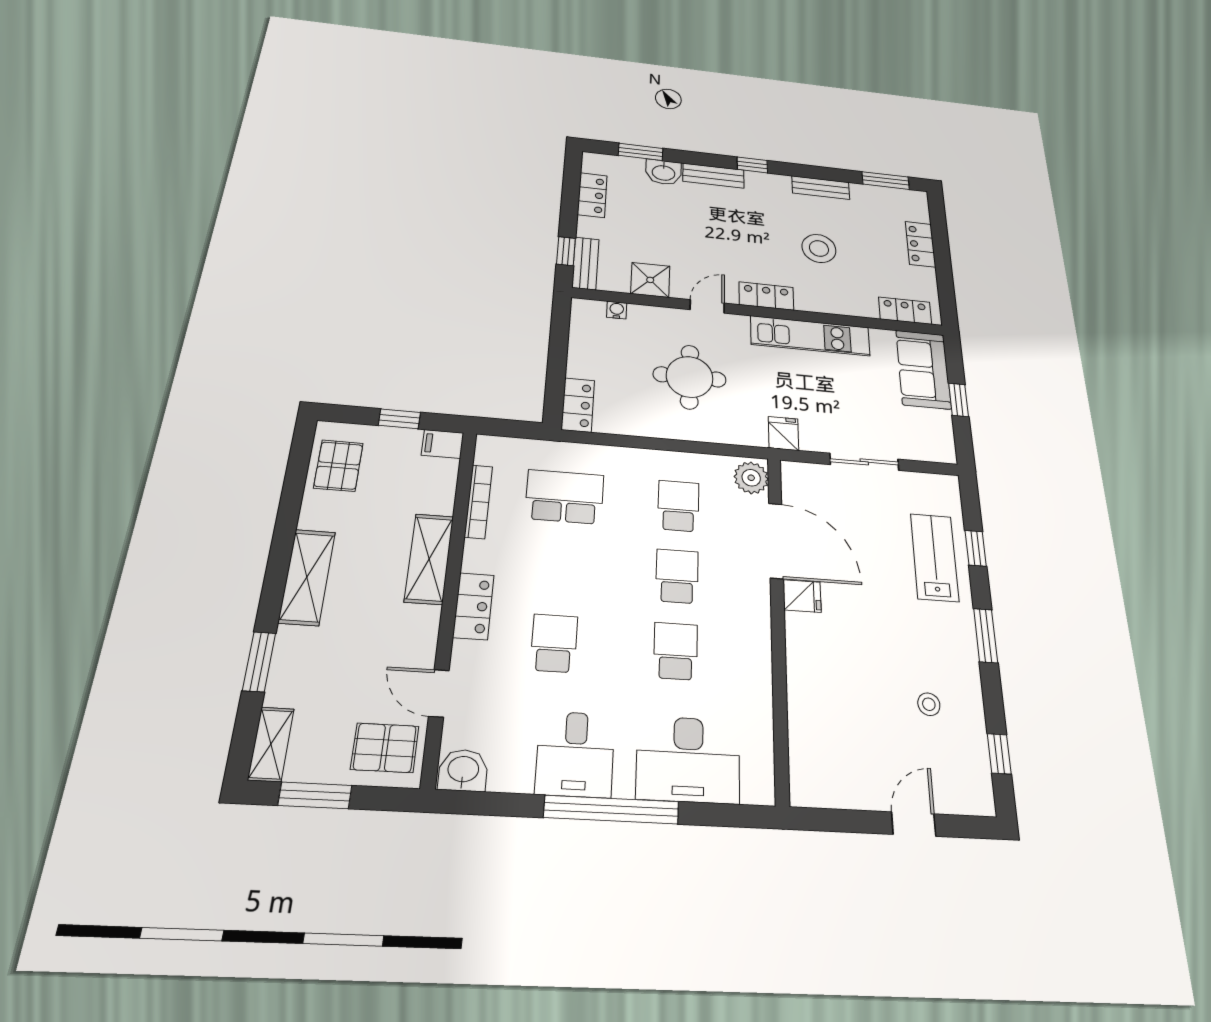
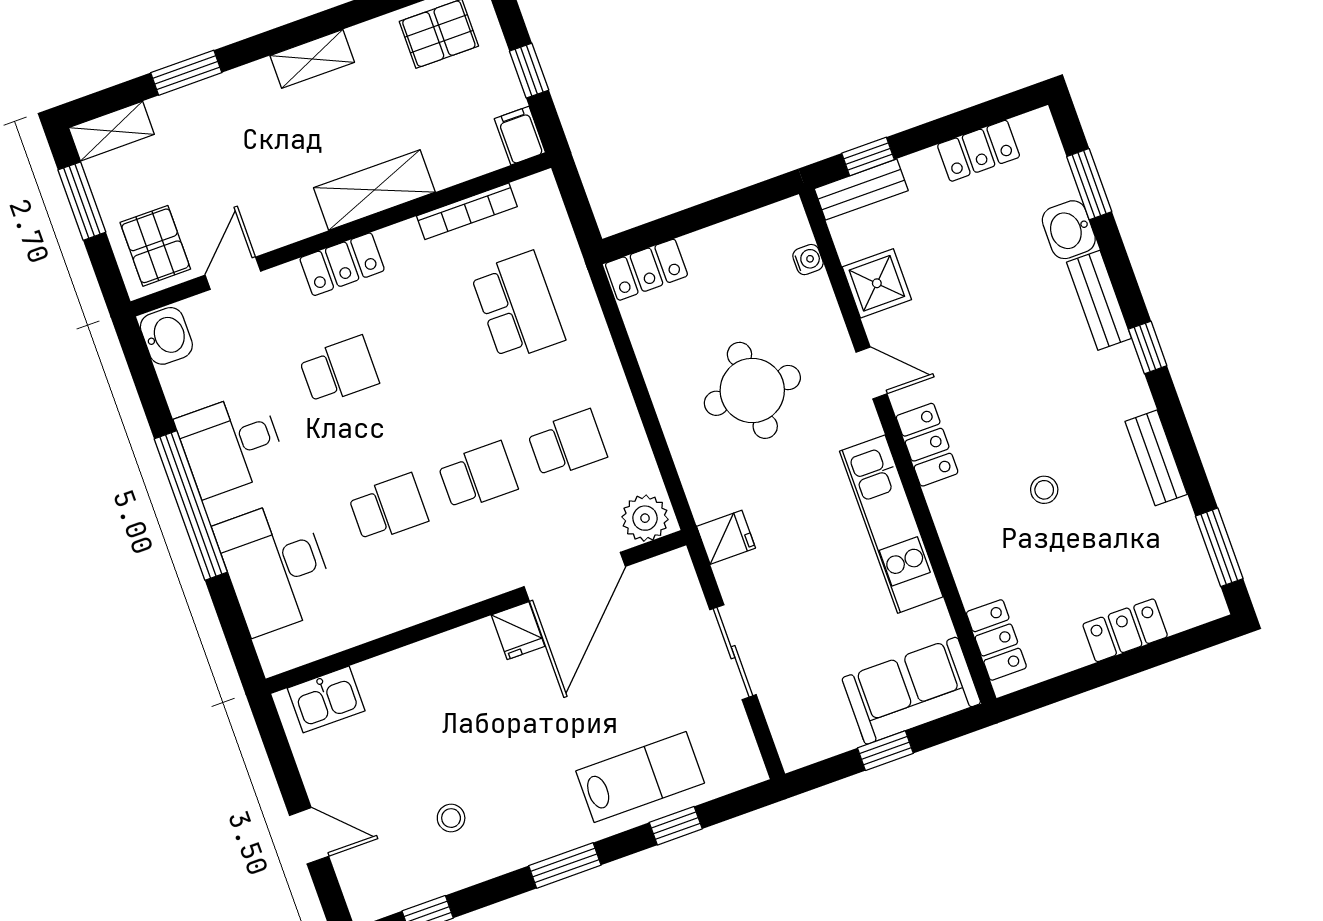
stool: (819, 248) -> (1044, 490), width x0.53, depth x0.53
shelving: (307, 577) -> (312, 59), width x0.67, depth x0.75
kitchen sink: (808, 763) -> (326, 699), added

